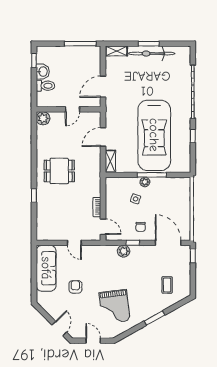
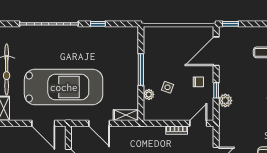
car: (154, 135) -> (64, 87), moved
plant: (145, 182) -> (149, 94), moved

